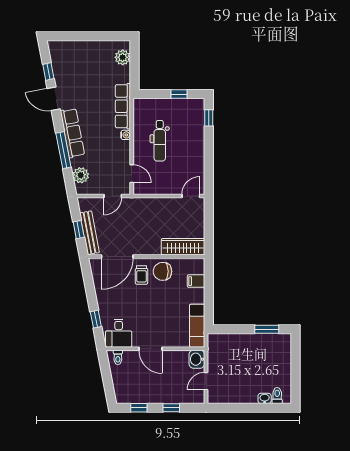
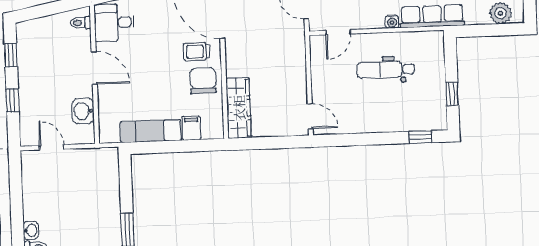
exam couch: (197, 326) -> (151, 131), moved
door: (150, 349) -> (94, 68), swing flipped
washbasin: (197, 359) -> (83, 111), moved, turned -90

